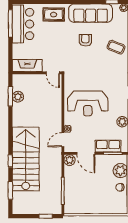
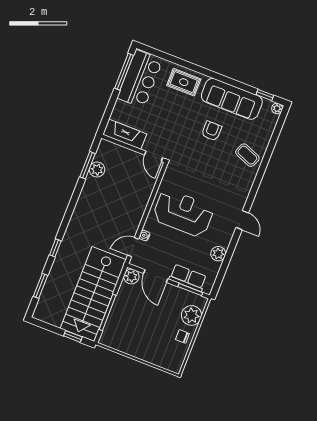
reception desk: (88, 103) -> (183, 213), turned 180
stairs: (26, 159) -> (93, 294), moved, turned 180

